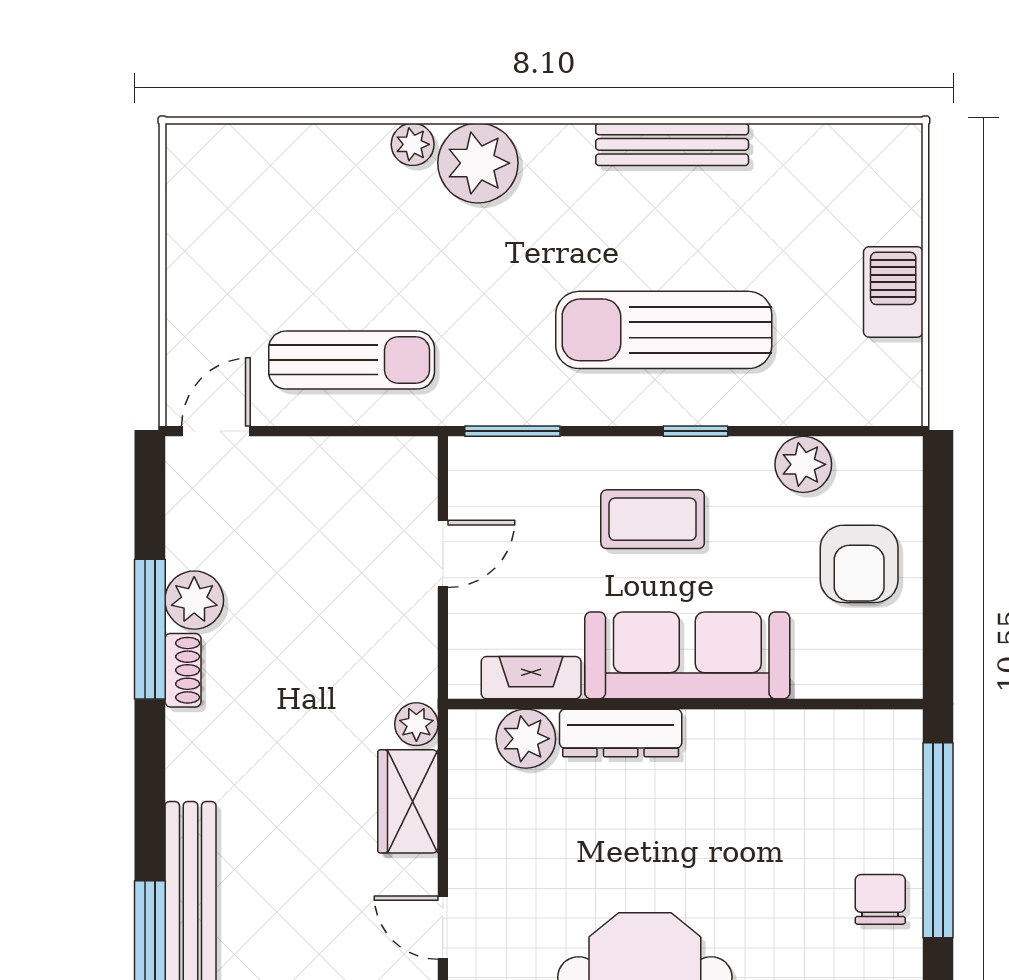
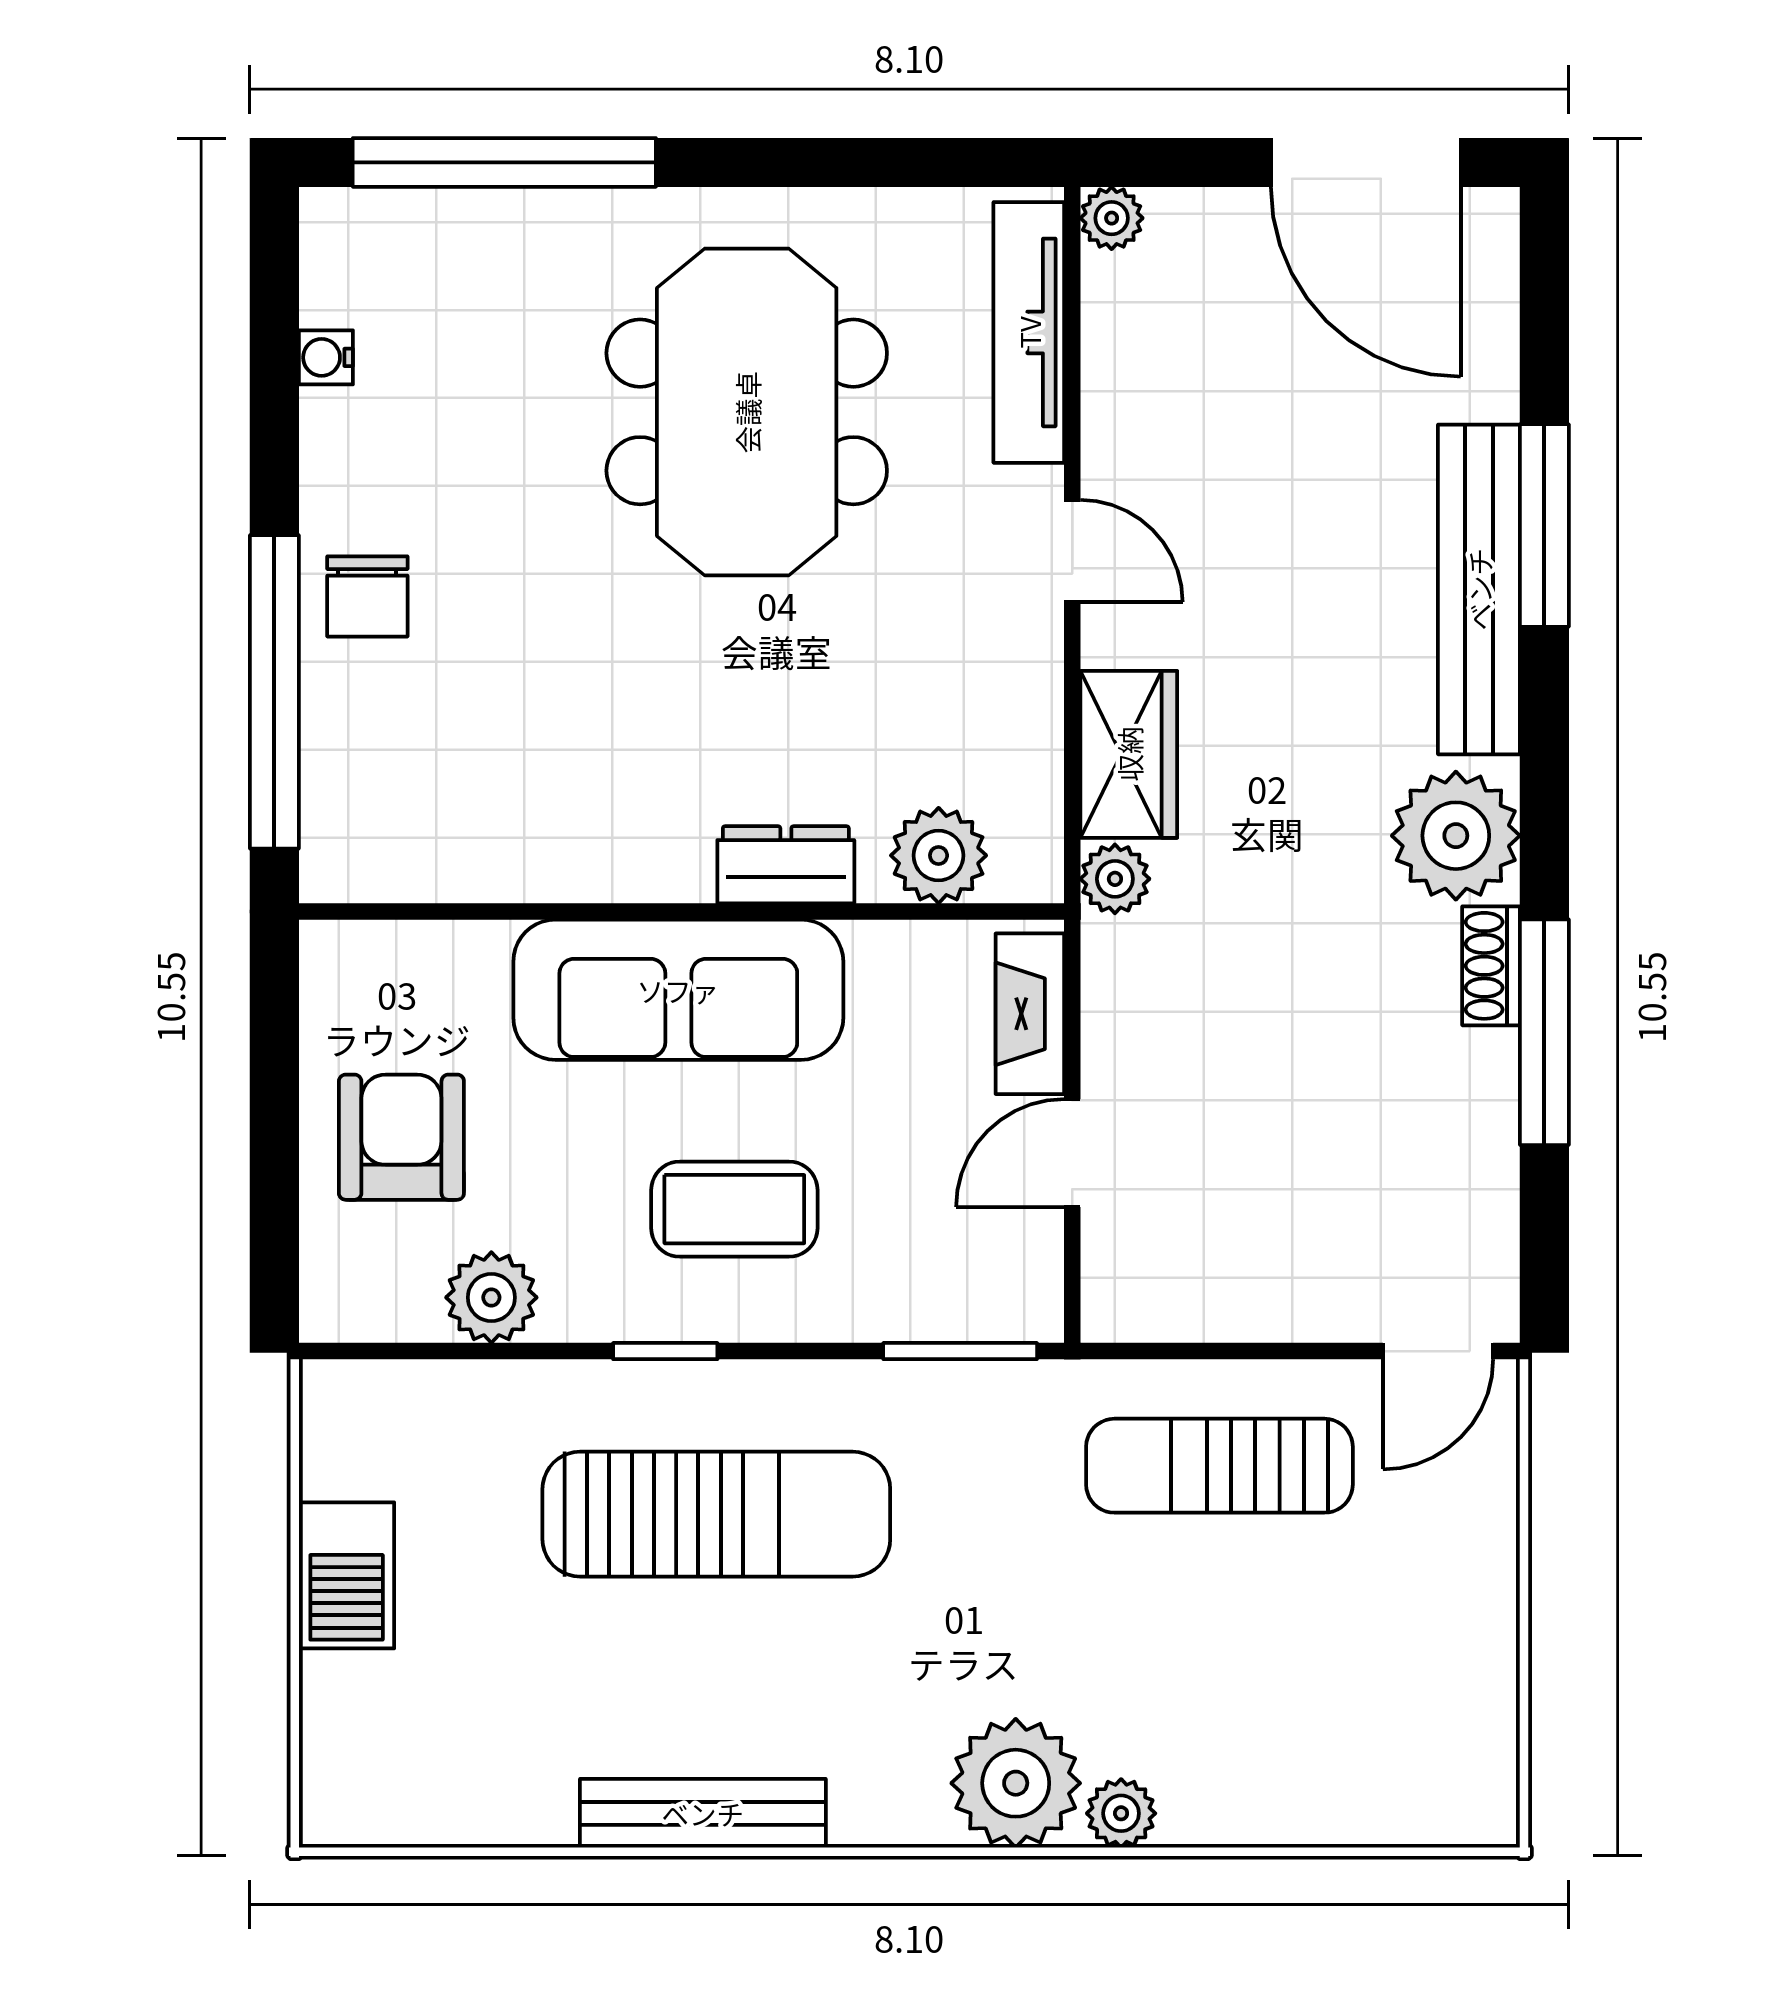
plant: (194, 600) -> (1456, 836), moved, width x1.36, depth x1.36
fireplace: (531, 678) -> (1030, 1014), moved, turned 90
dresser: (621, 733) -> (786, 865), width x0.70

